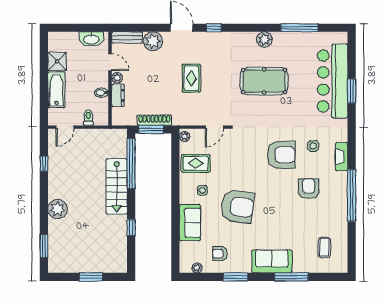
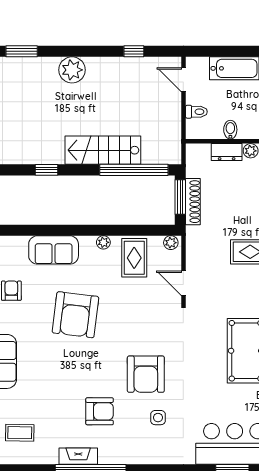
fireplace: (342, 157) -> (78, 456), moved
plant: (184, 186) -> (103, 242), added
side table: (202, 190) -> (97, 267), removed

